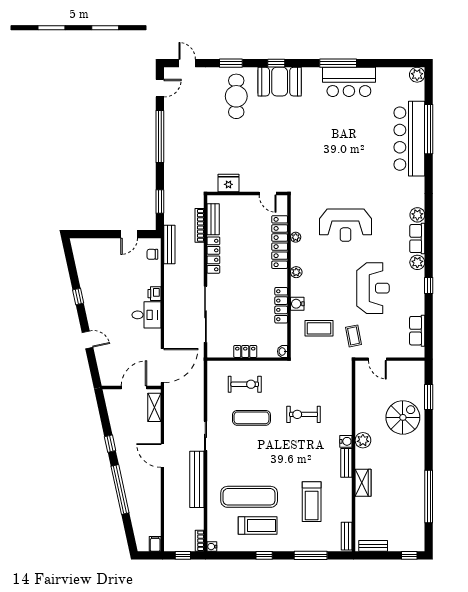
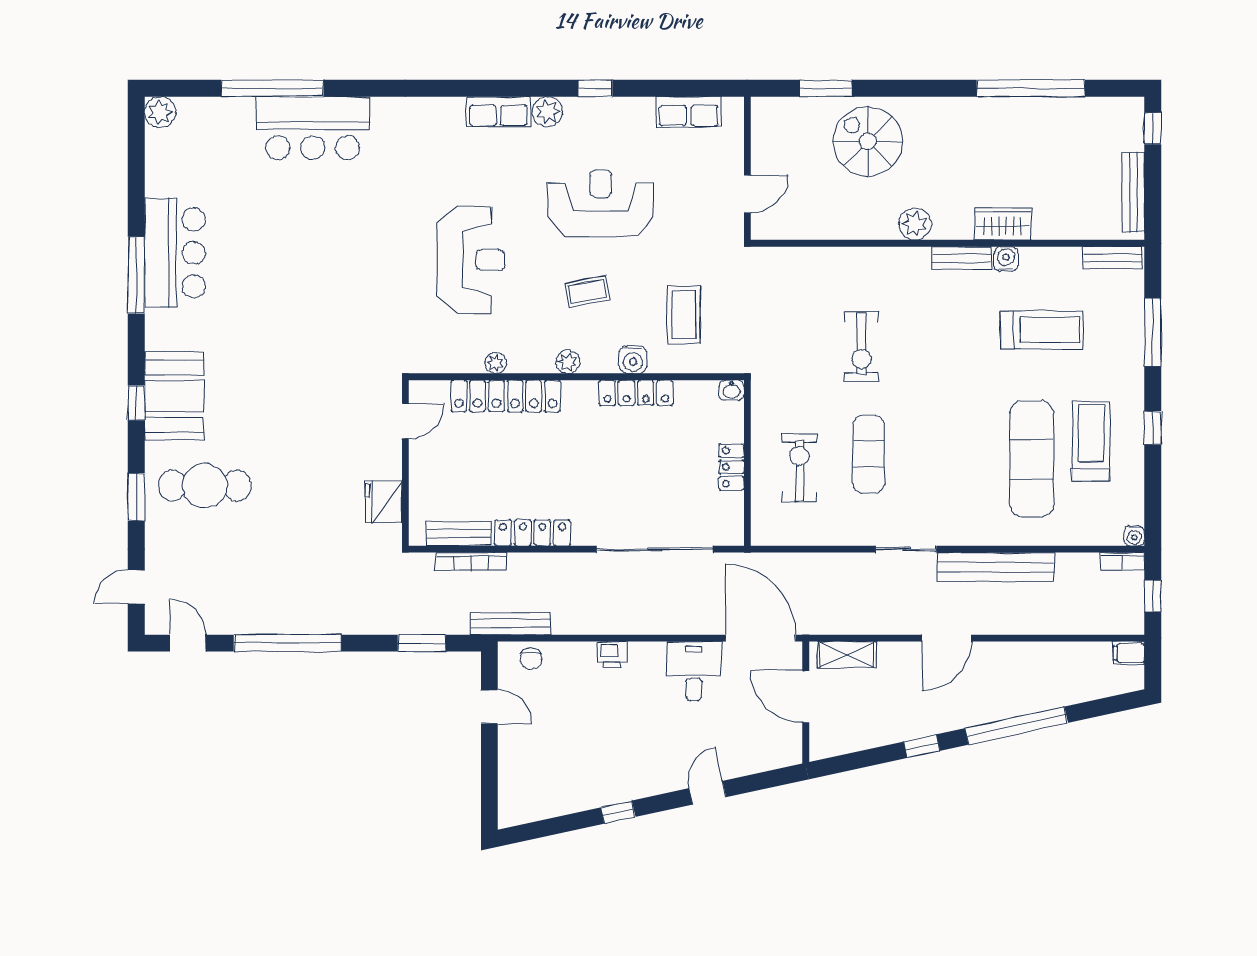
bar counter: (409, 139) -> (313, 128), width x0.73
plant: (417, 215) -> (449, 112), removed
desk: (146, 315) -> (694, 671), moved
coffee table: (353, 336) -> (587, 292), moved
water cooler: (346, 441) -> (1006, 259), moved
bench: (373, 546) -> (1133, 192), width x1.36

